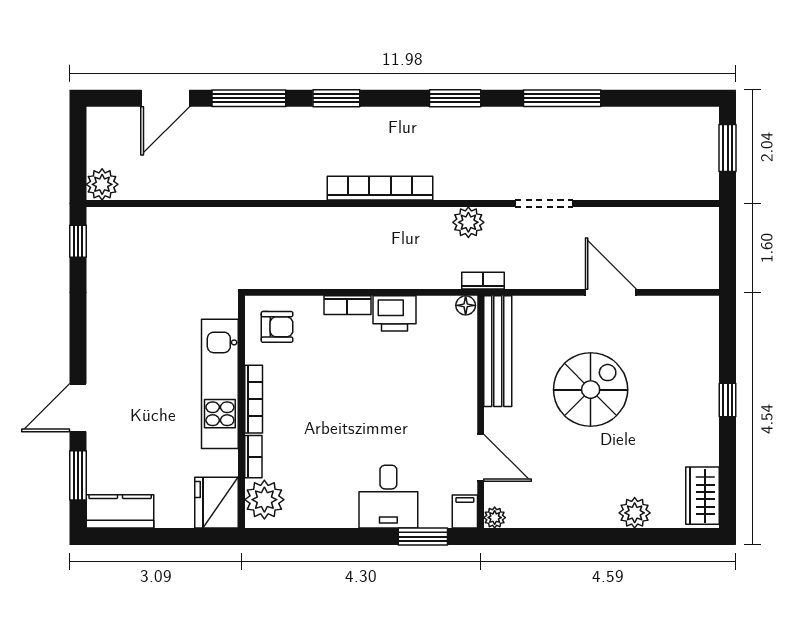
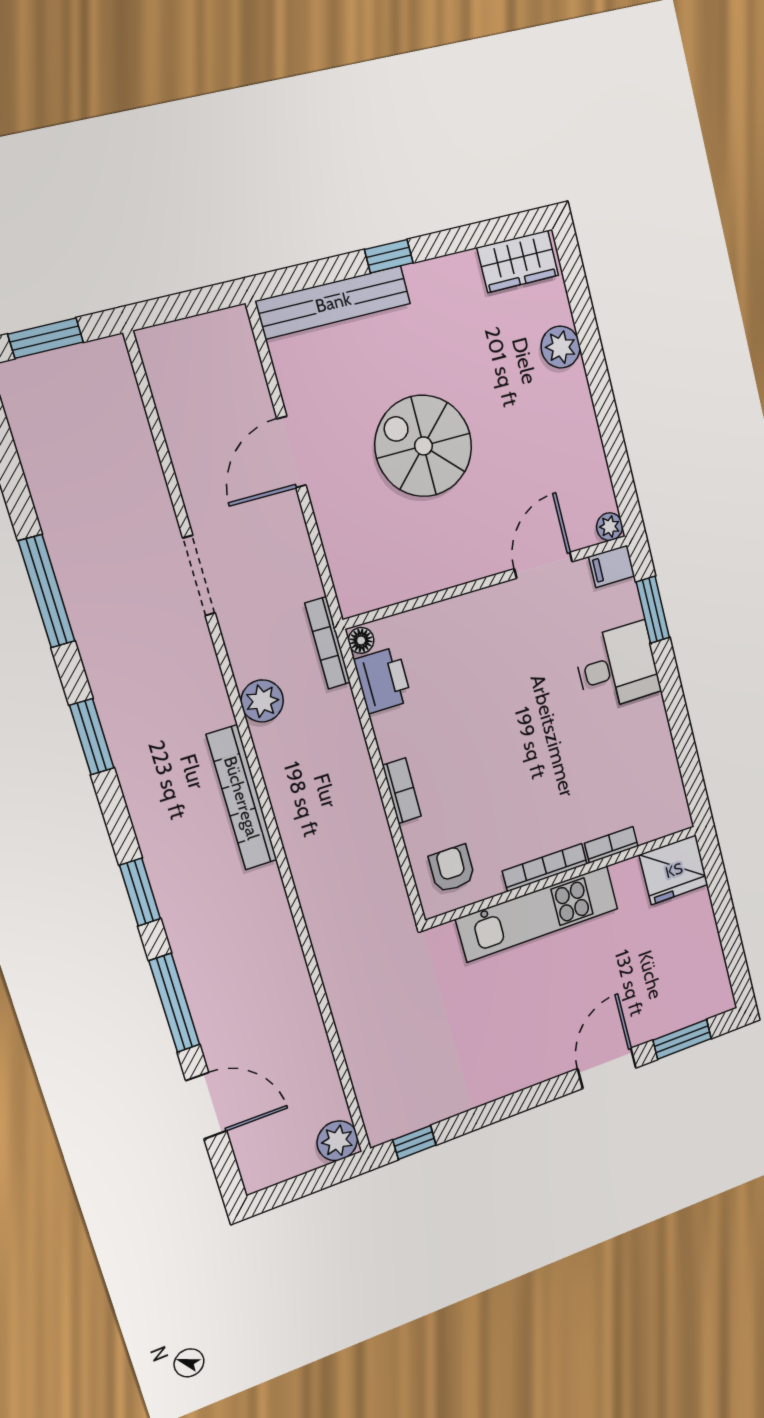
plant: (468, 222) -> (262, 701), moved
bookcase: (483, 281) -> (328, 643), width x1.56
printer: (395, 313) -> (383, 680), moved
bench: (498, 351) -> (333, 302), moved
door: (78, 408) -> (607, 1068), swing flipped
plant: (264, 500) -> (657, 815), removed
kitchen counter: (120, 511) -> (710, 977), removed

